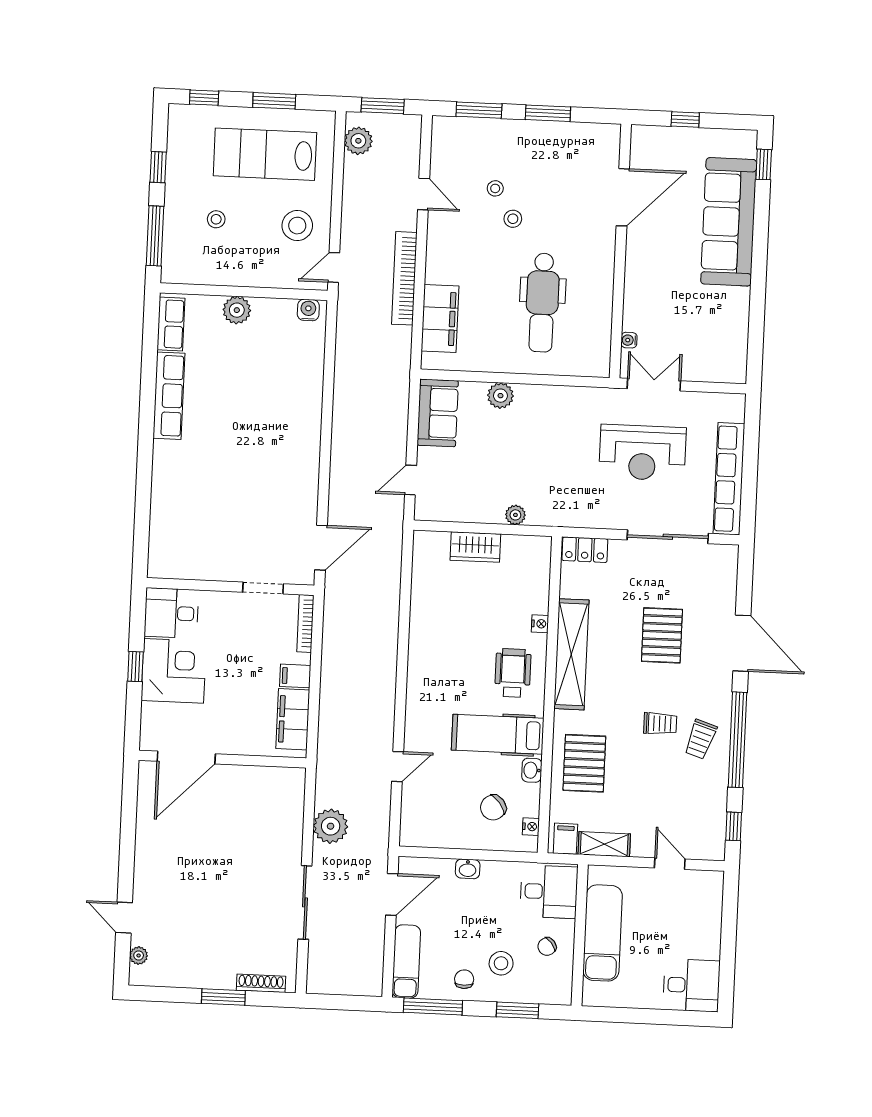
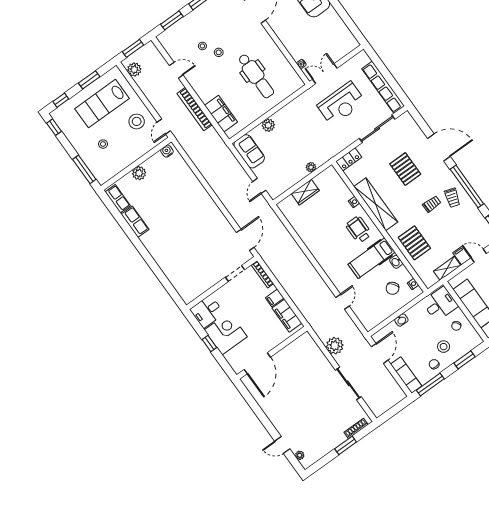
window: (158, 167) -> (54, 127), moved
row of seats: (169, 396) -> (135, 222), width x0.68
filing cabinet: (565, 839) -> (462, 256), moved

